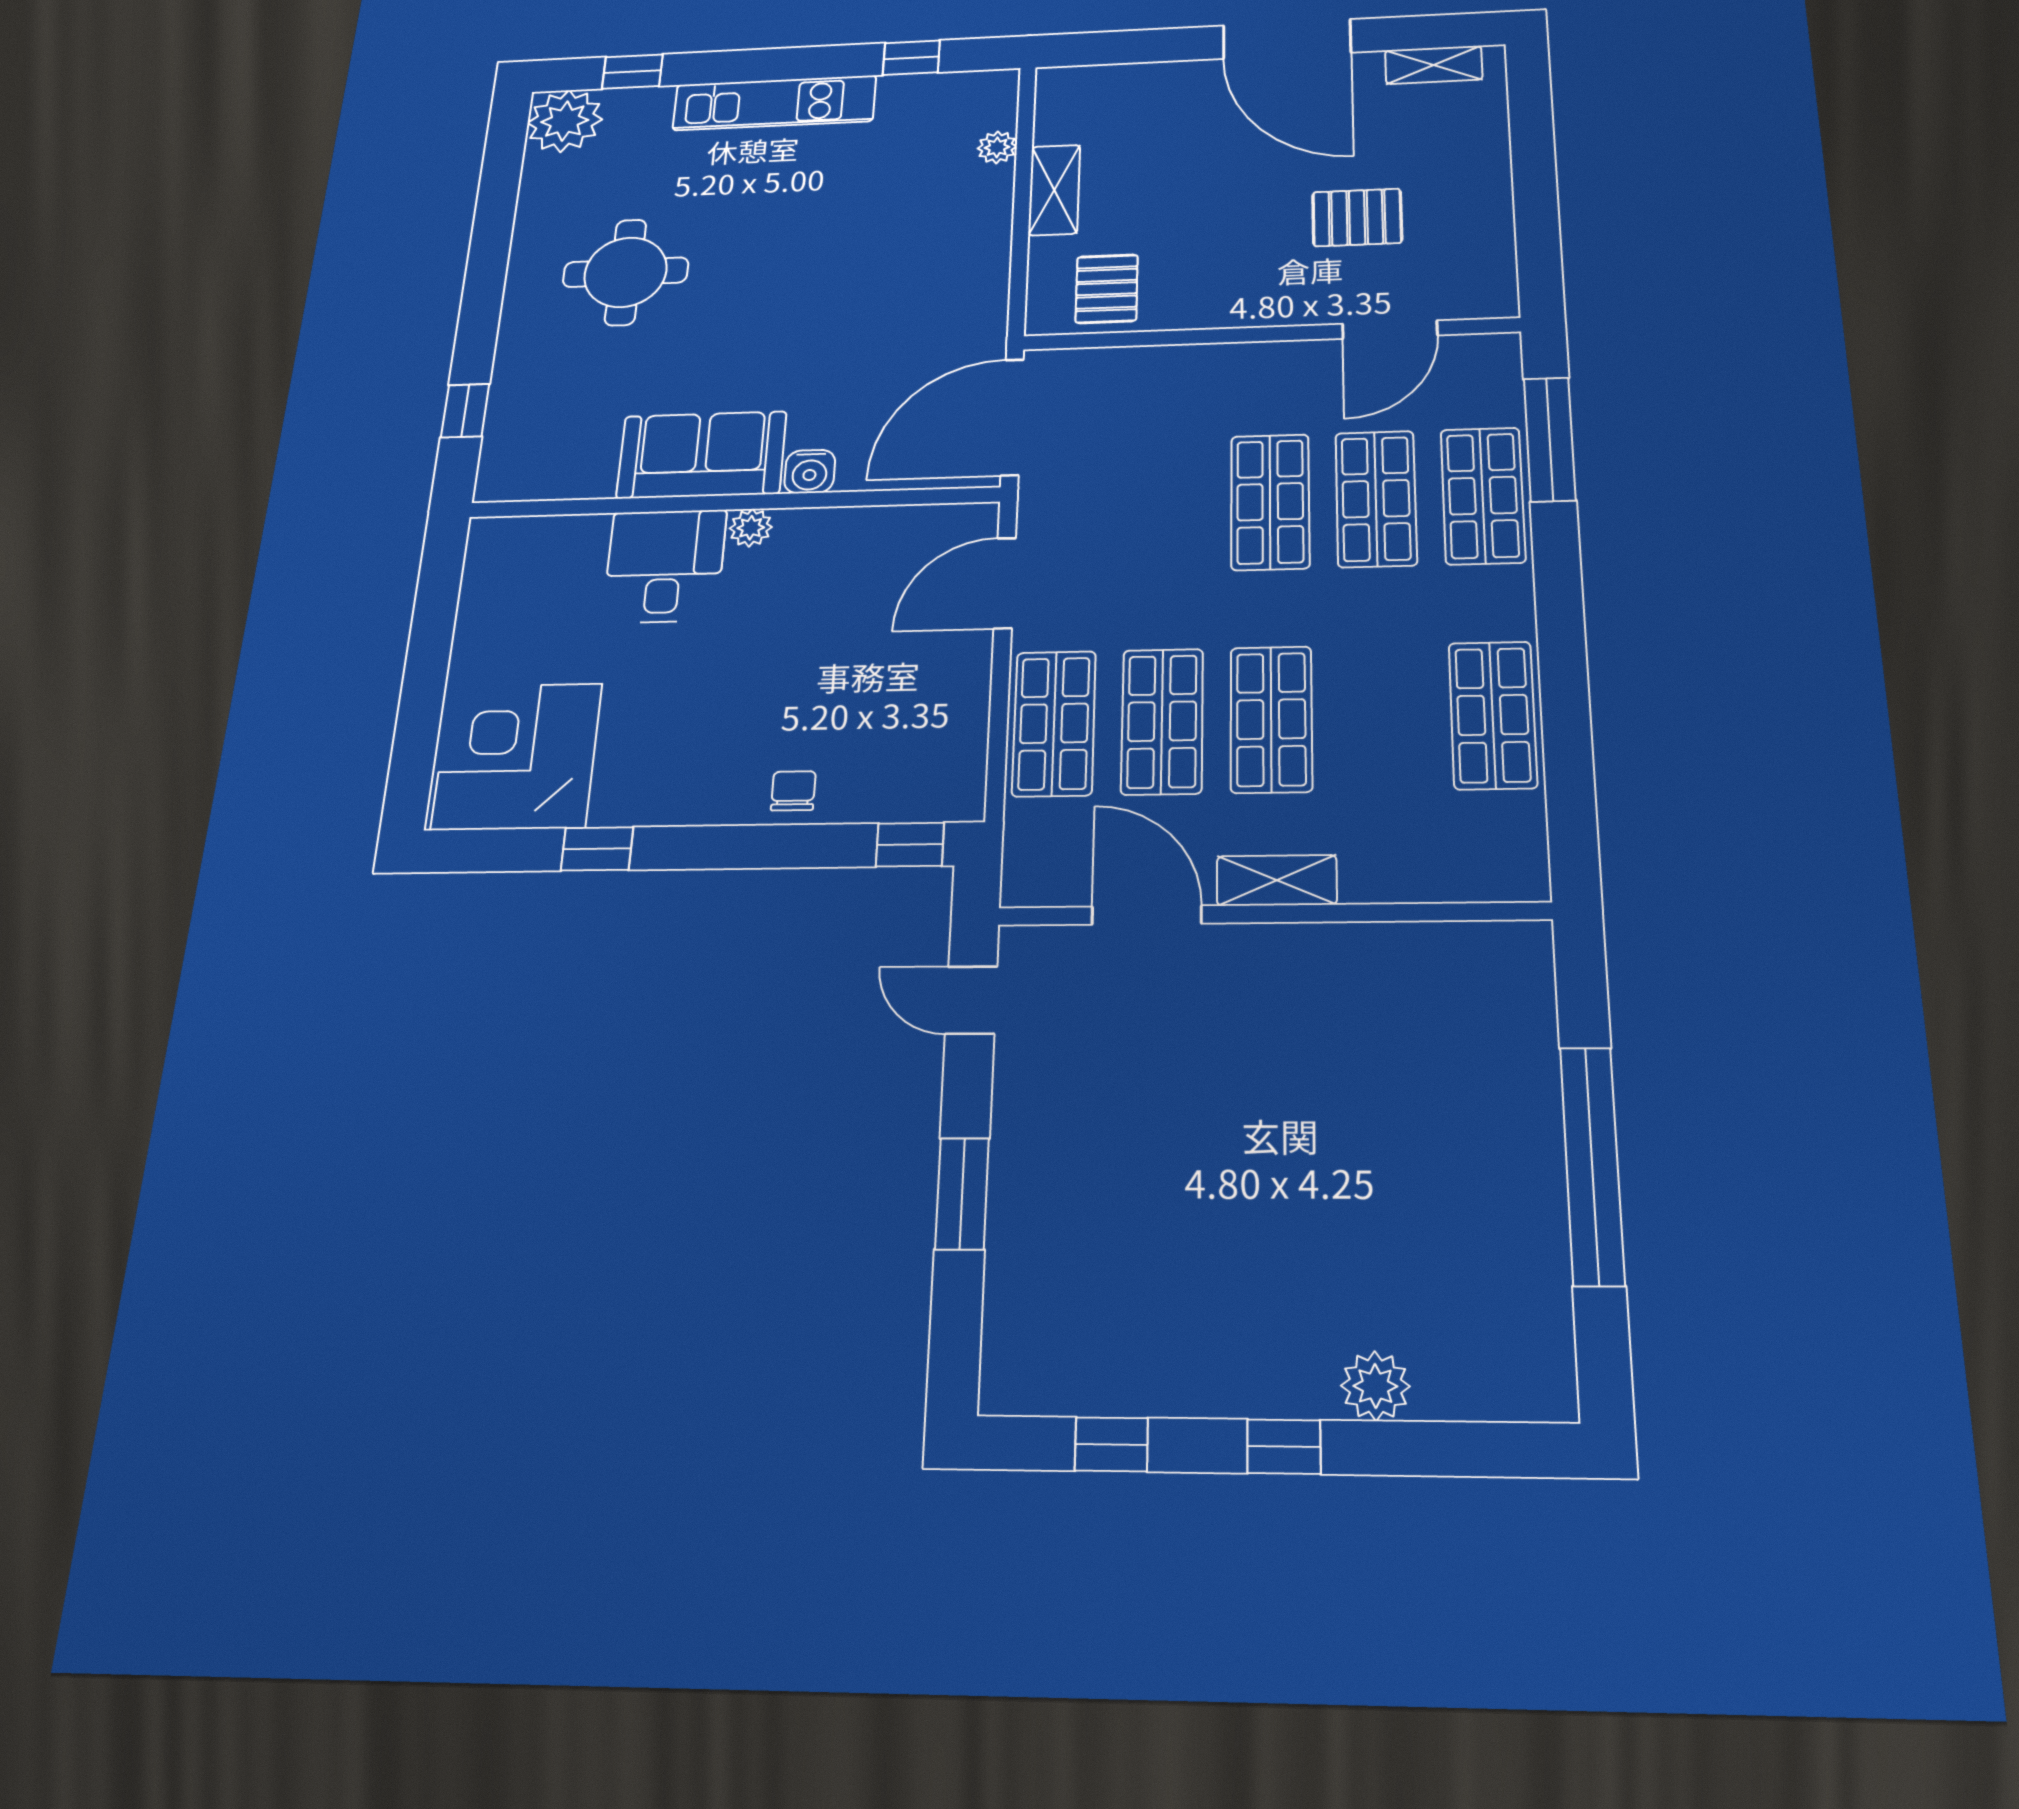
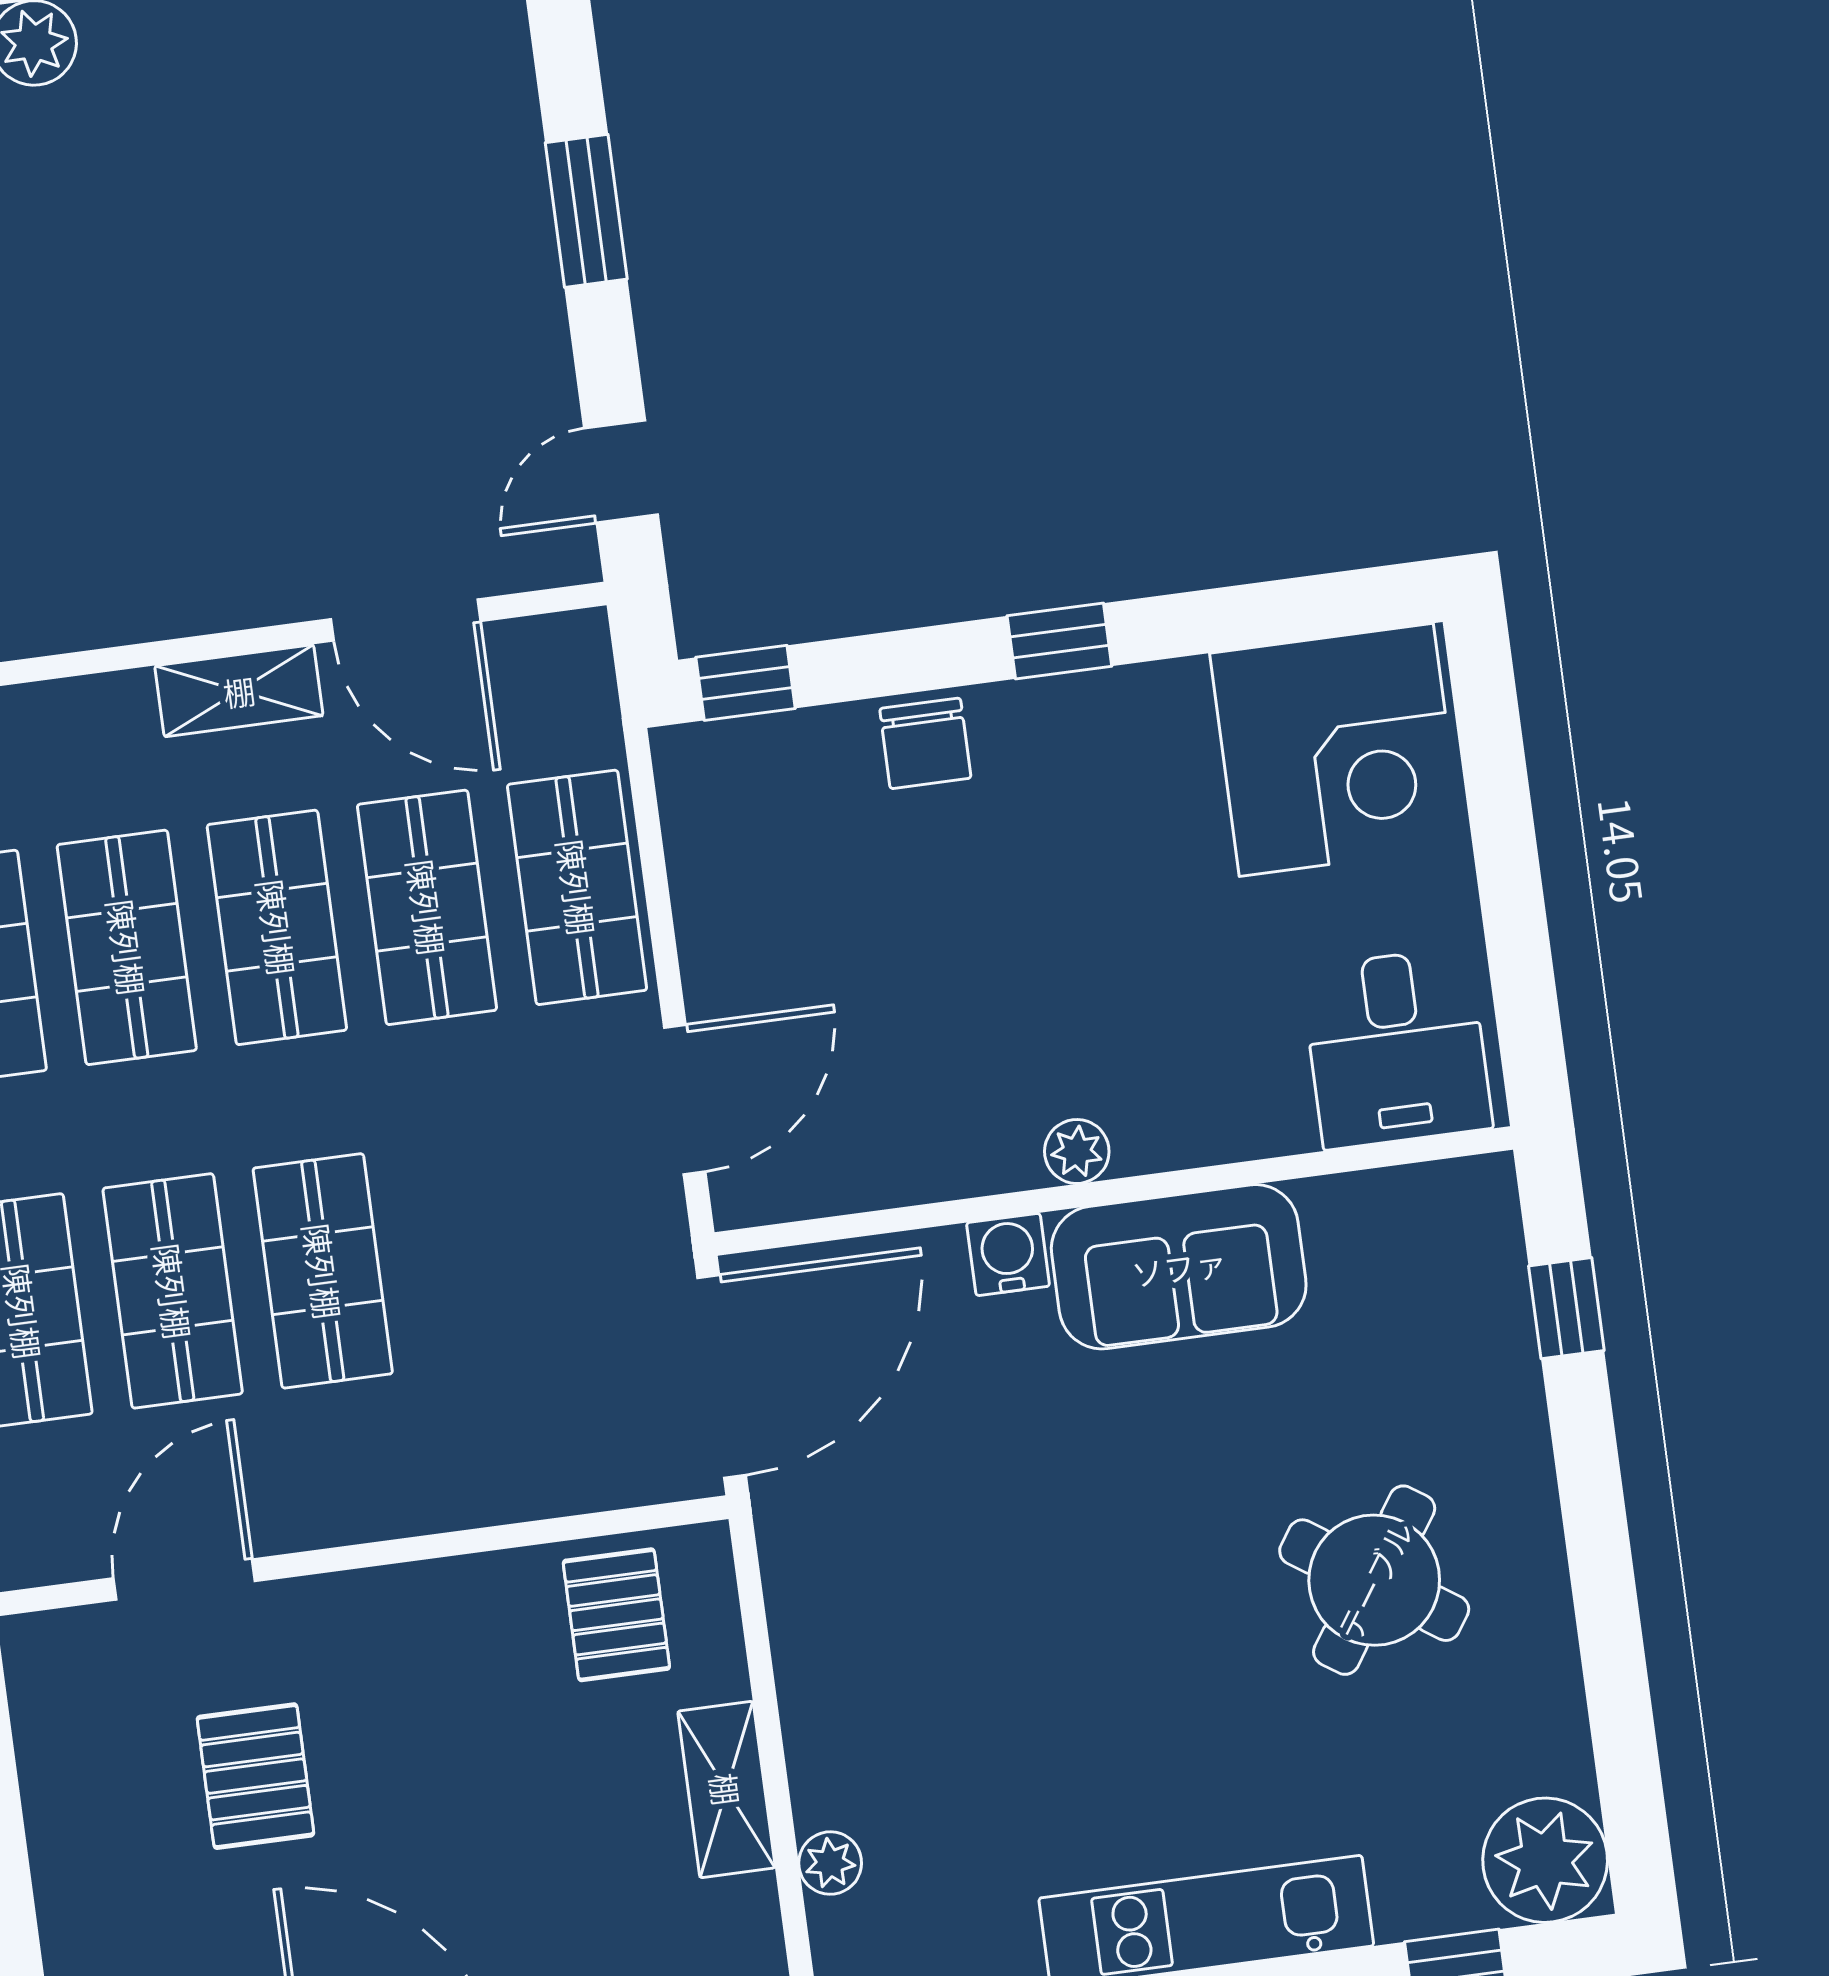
pallet: (1357, 217) -> (255, 1776), turned 90
round table: (626, 272) -> (1374, 1580), turned 34
desk: (665, 566) -> (1396, 1048), moved
shop shelf: (1381, 717) -> (127, 947), added
chair: (793, 791) -> (925, 743), width x1.37, depth x1.37
window: (597, 849) -> (1059, 641), moved
door: (971, 1000) -> (621, 472), swing flipped

